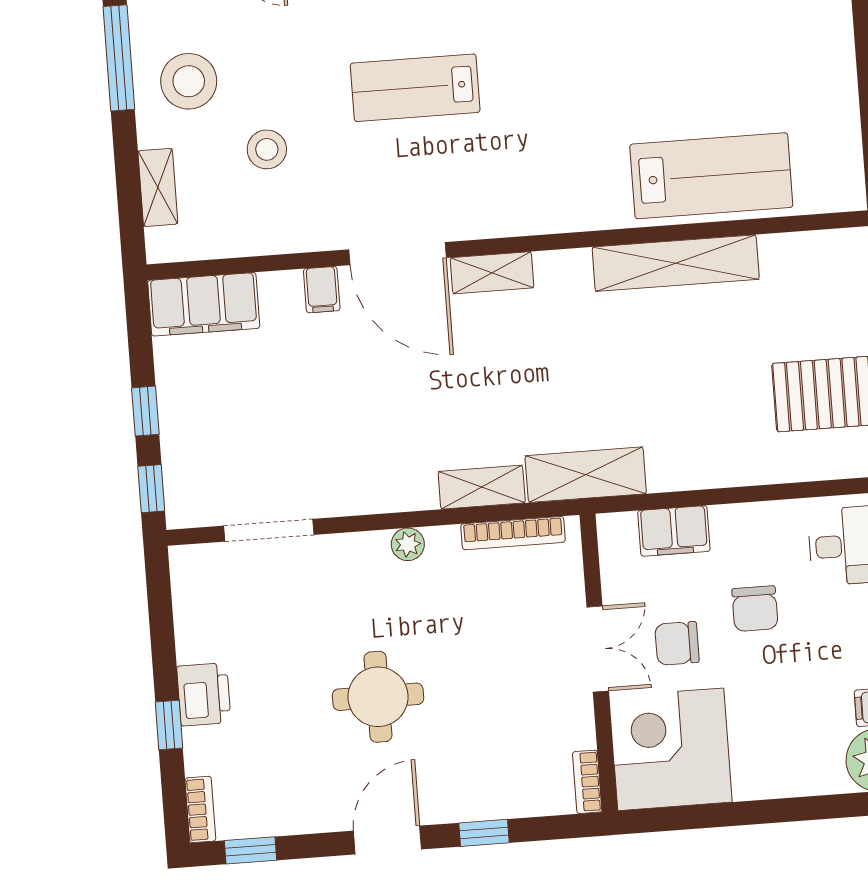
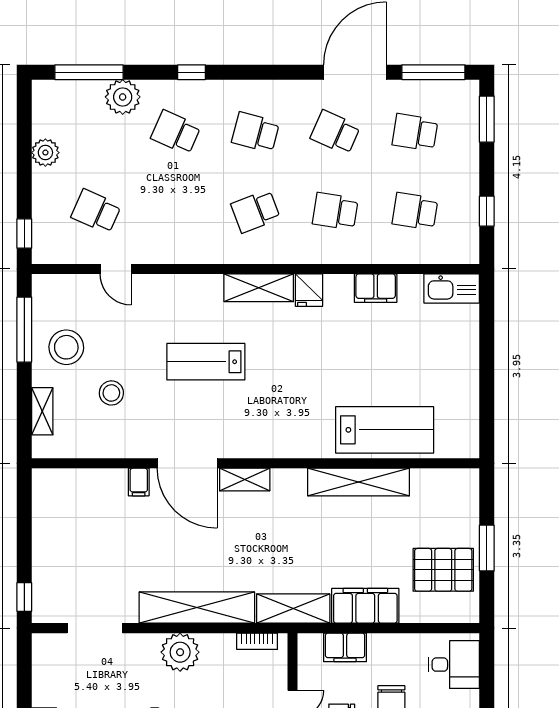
filing cabinet: (204, 304) -> (365, 606), moved, turned 180
window: (145, 411) -> (24, 549), removed
shelving: (482, 487) -> (197, 607), width x2.20, depth x1.33
bookcase: (513, 533) -> (257, 641), width x0.64
plant: (408, 544) -> (180, 652), width x1.87, depth x1.87

